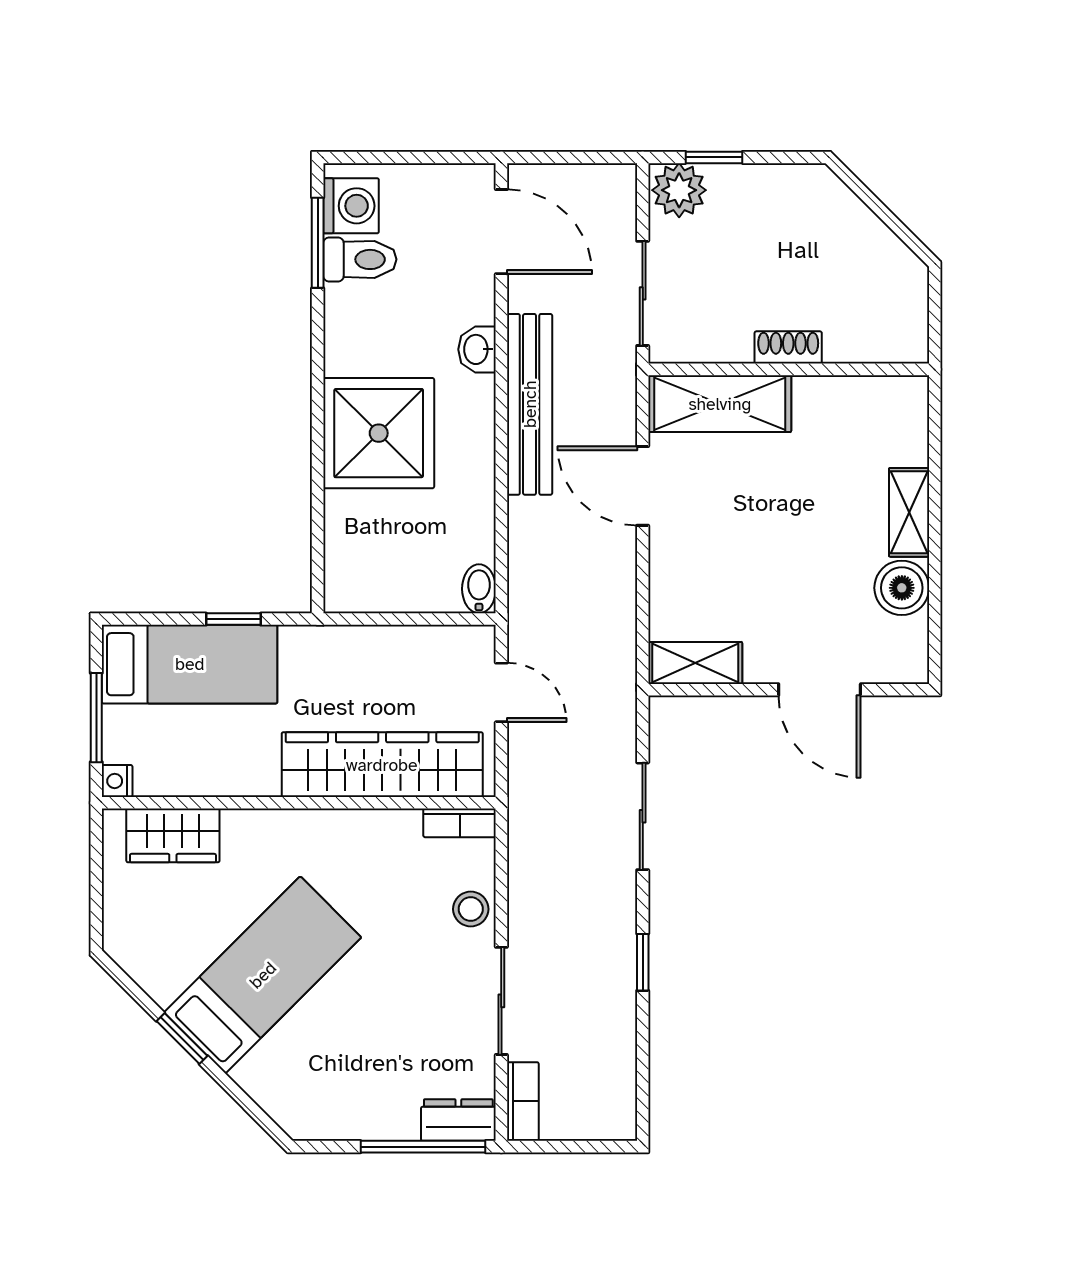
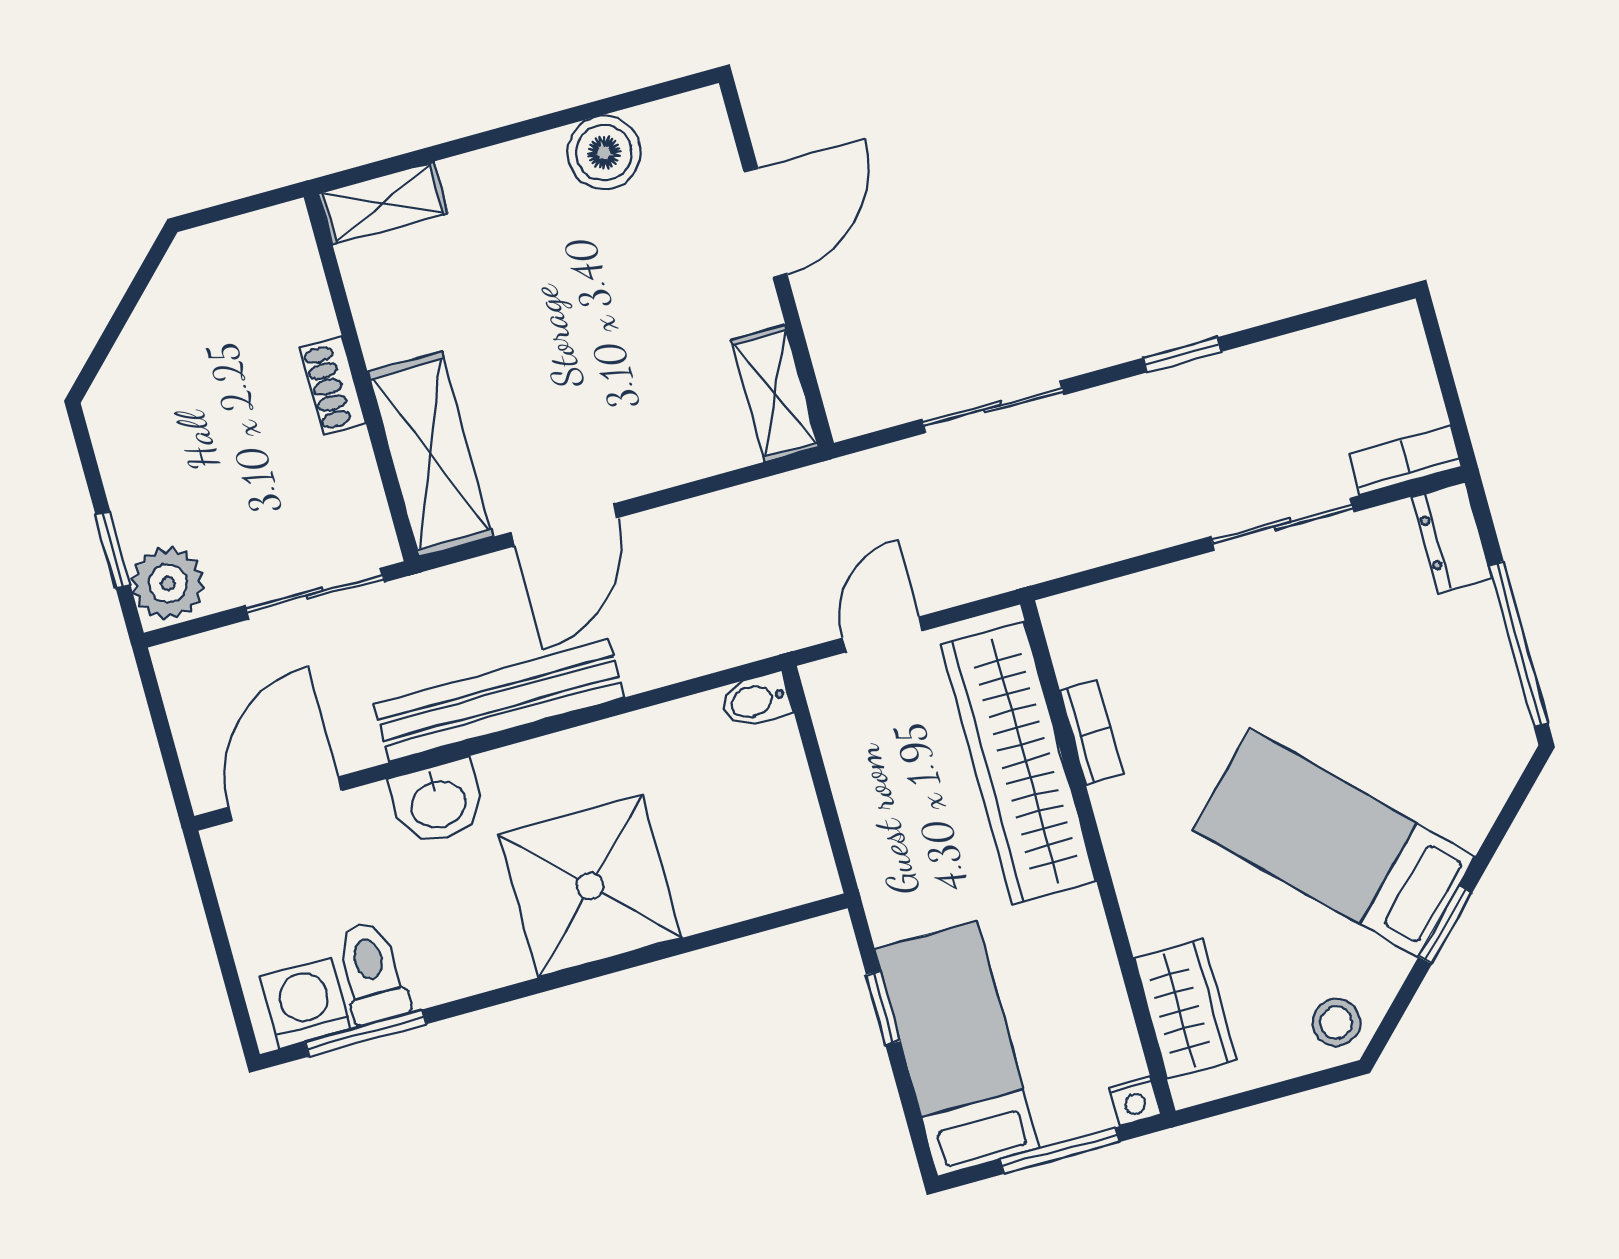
washbasin: (477, 349) -> (438, 802), width x1.38, depth x1.45
shelving: (909, 512) -> (383, 203), moved
bookcase: (460, 823) -> (1091, 732), moved
stool: (471, 909) -> (1336, 1022), moved
window: (423, 1147) -> (1519, 644), moved

